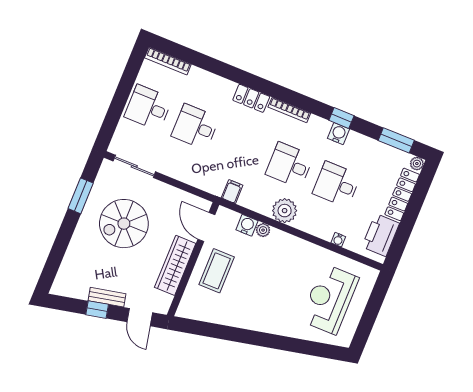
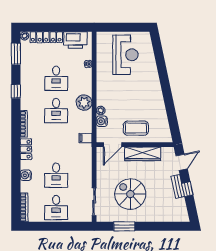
water cooler: (338, 134) -> (26, 175), moved
spiral stairs: (124, 224) -> (130, 194), turned 180
reception desk: (330, 299) -> (125, 55), turned -90

